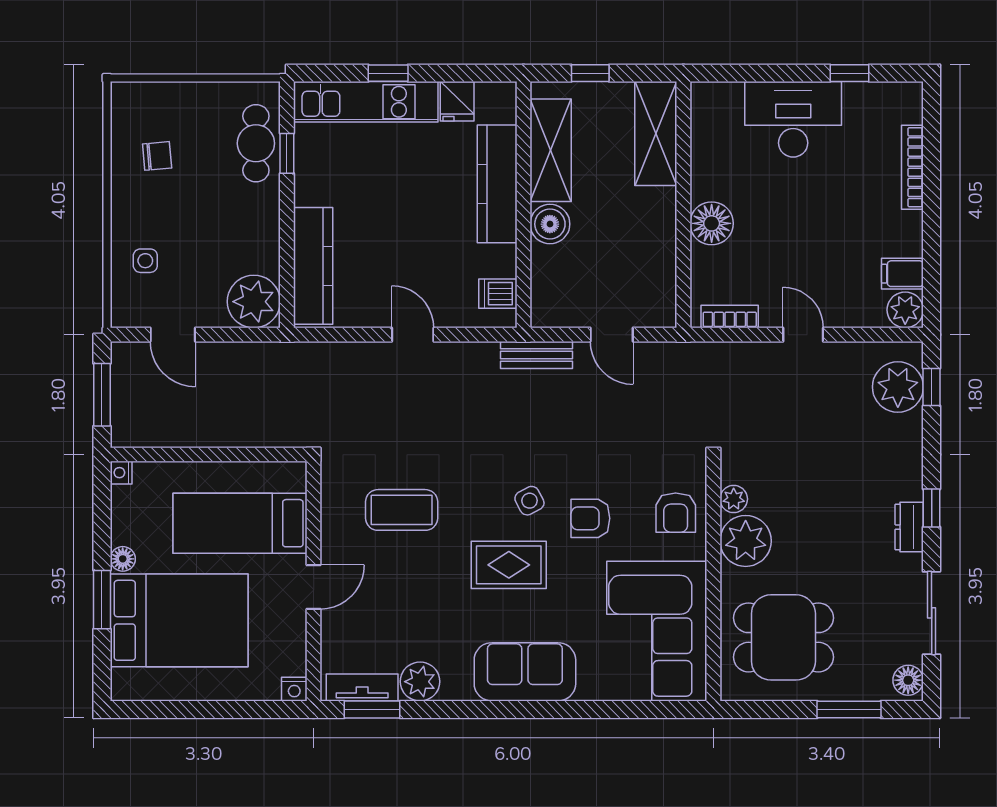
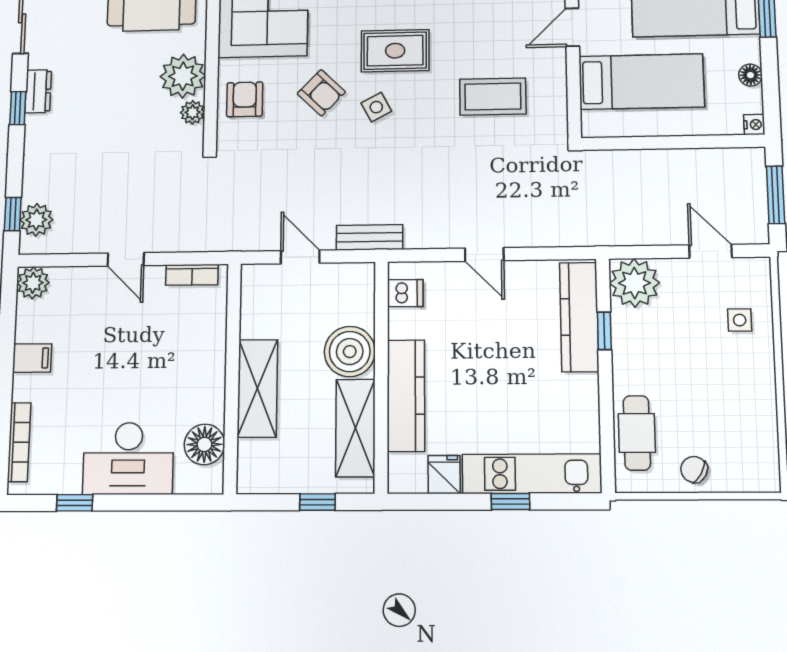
shelving: (656, 134) -> (257, 388), moved
window: (287, 153) -> (604, 331), moved
chair: (157, 156) -> (694, 469), moved, turned 35
bookcase: (912, 167) -> (19, 442), moved
floor lamp: (712, 223) -> (204, 444), moved
boiler: (550, 224) -> (350, 352), width x1.37, depth x1.37
filing cabinet: (902, 274) -> (32, 358), moved
plant: (898, 387) -> (36, 220), width x0.73, depth x0.73
armchair: (590, 518) -> (321, 93), turned 44
floor lamp: (123, 559) -> (750, 75), moved

